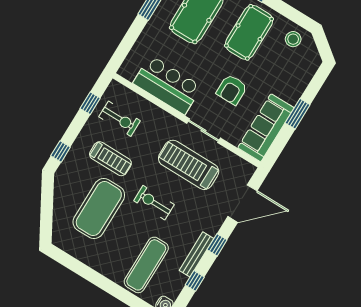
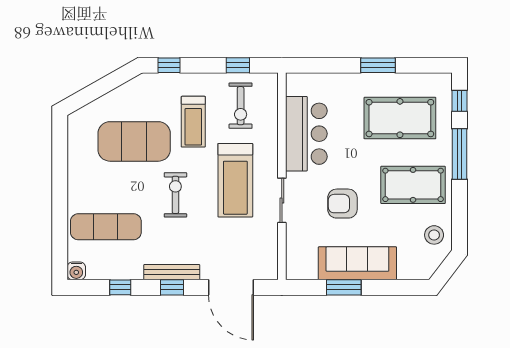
window: (298, 114) -> (344, 287), moved
sofa: (266, 128) -> (357, 263), moved
treadmill: (189, 165) -> (235, 180), moved, turned 180
bench: (196, 254) -> (172, 272), moved

